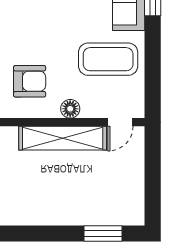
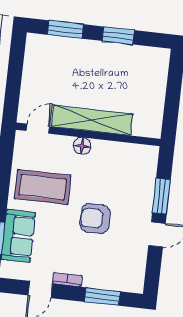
armchair: (30, 81) -> (95, 219), moved
window: (45, 234) -> (118, 36), added

